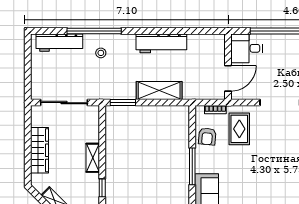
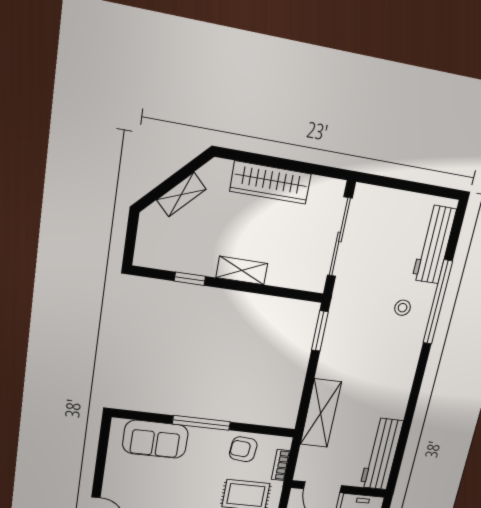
workbench: (161, 43) -> (381, 454), moved
shelving: (159, 91) -> (321, 413), moved

